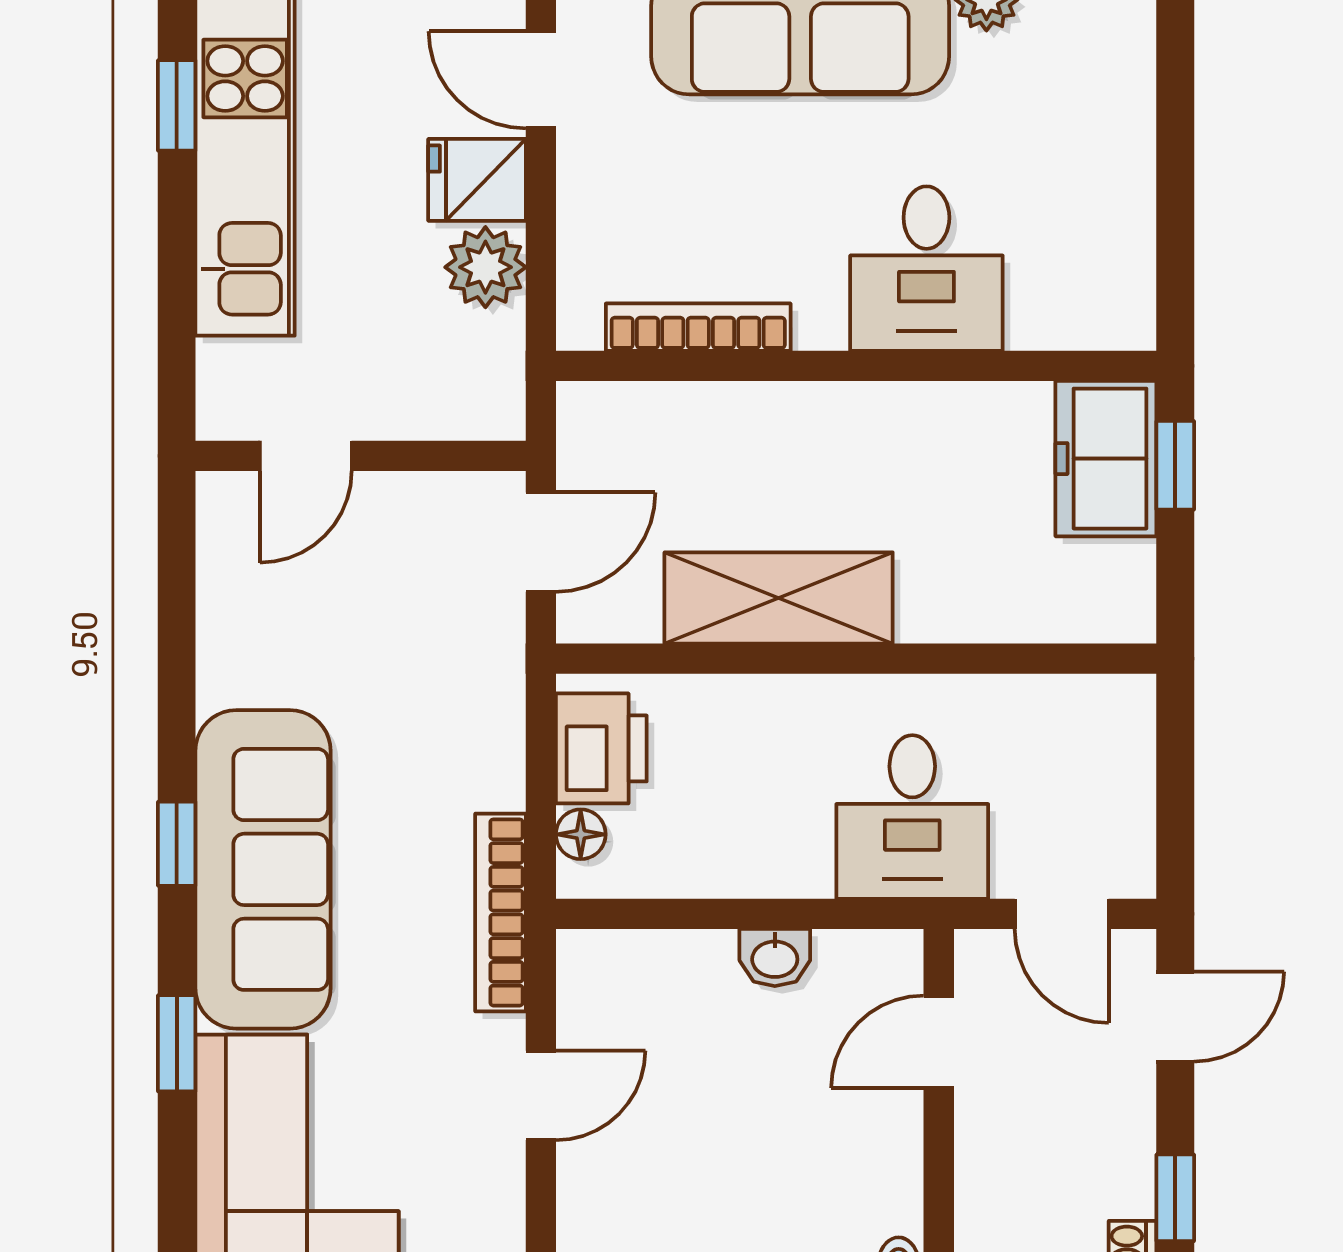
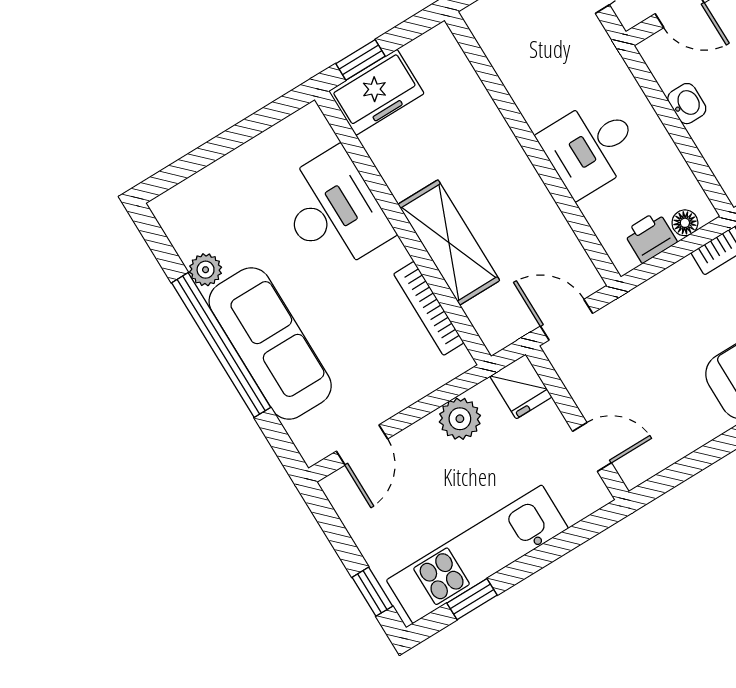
fridge: (477, 180) -> (521, 386), moved
desk: (926, 269) -> (333, 211), width x1.37
shelving: (779, 598) -> (449, 242), moved
printer: (601, 748) -> (650, 237), width x0.73, depth x0.81
desk: (912, 817) -> (591, 147), moved, turned 180

